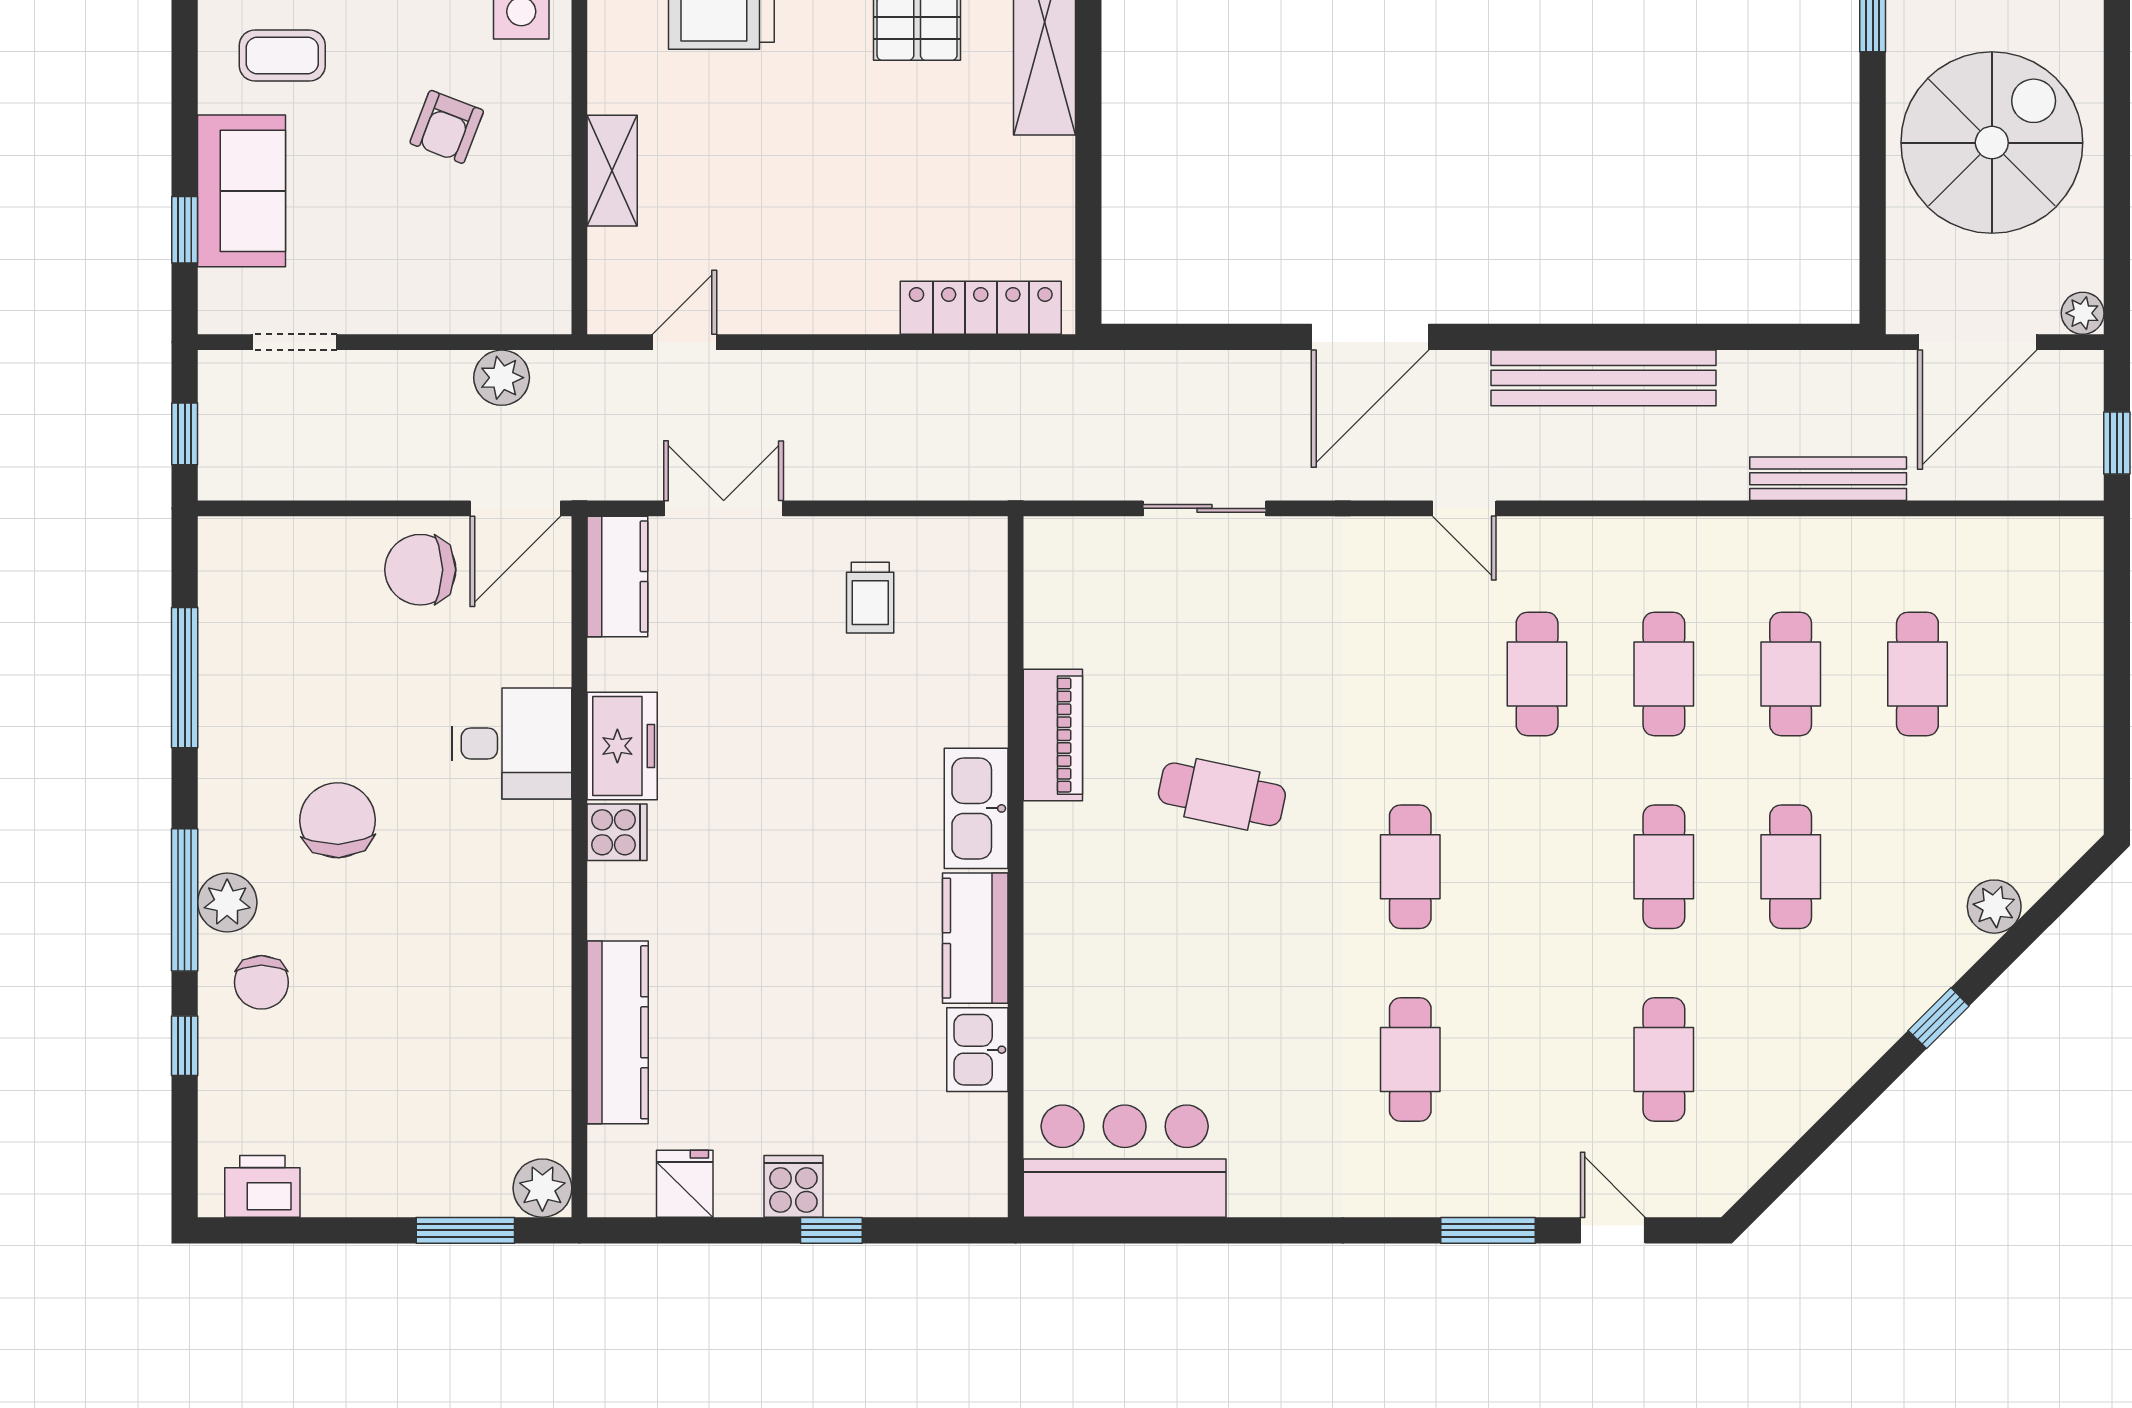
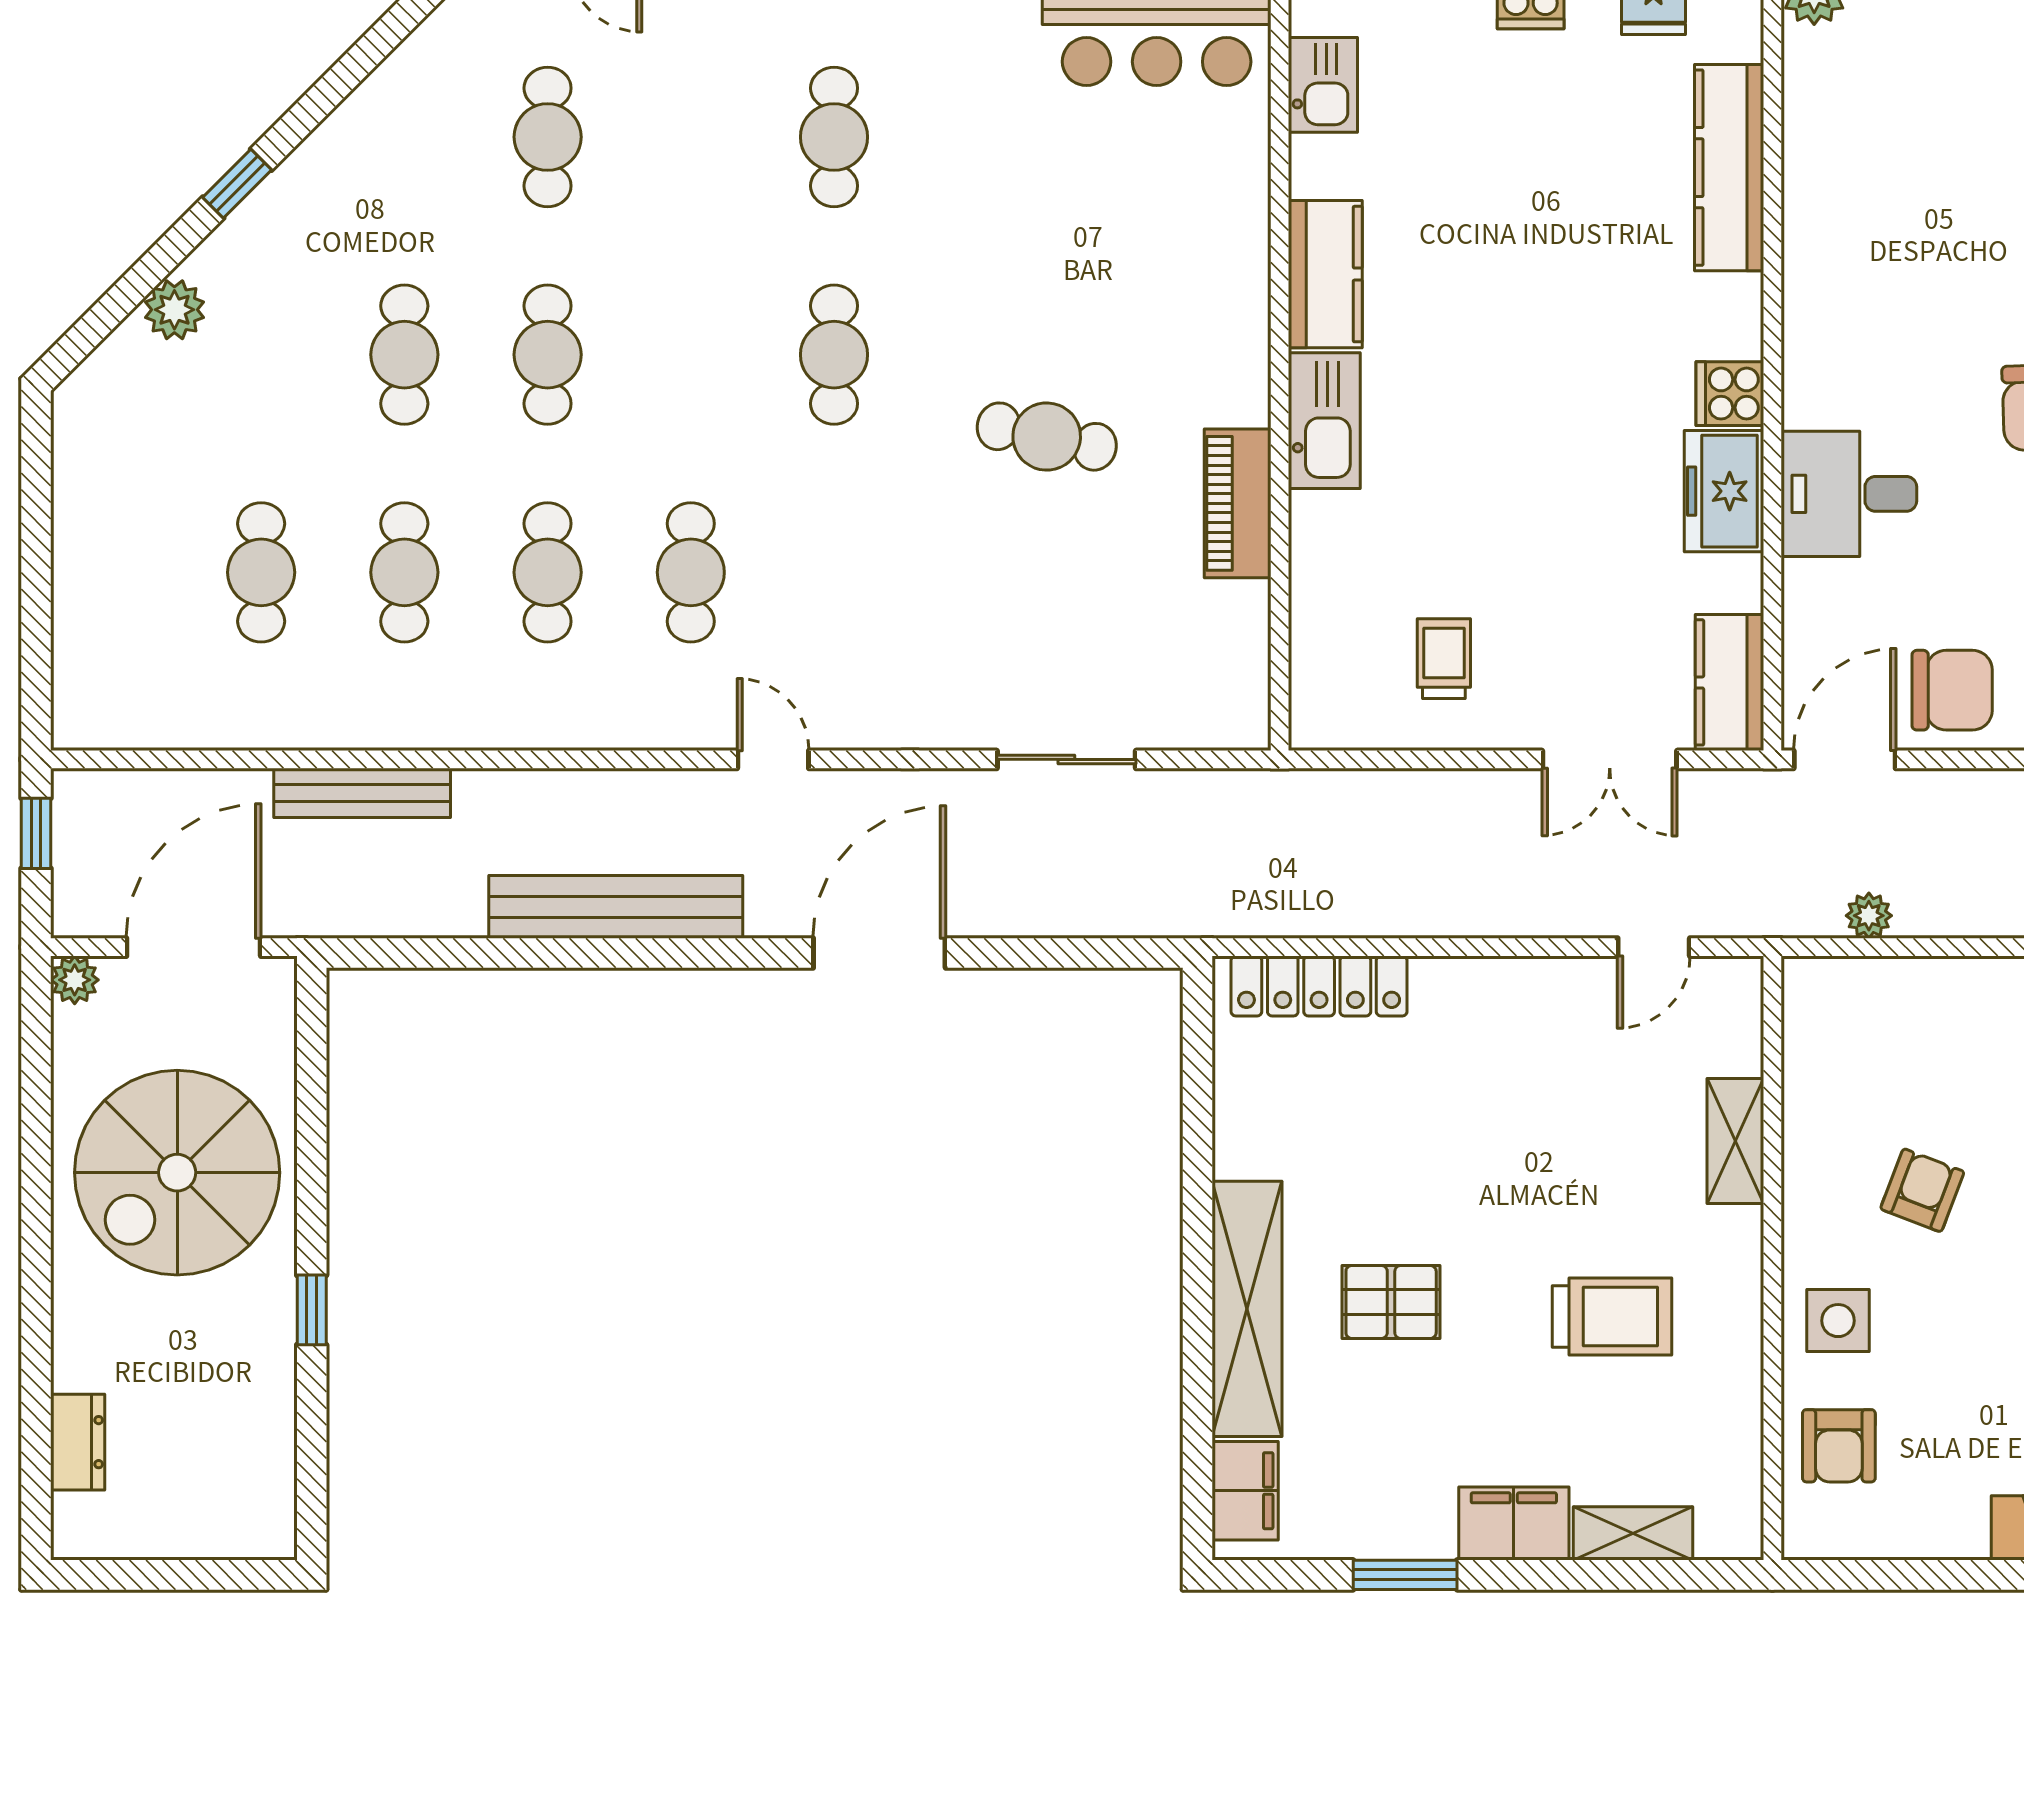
plant: (502, 378) -> (1869, 916), width x0.73, depth x0.73
kitchen sink: (977, 1050) -> (1323, 85), moved

